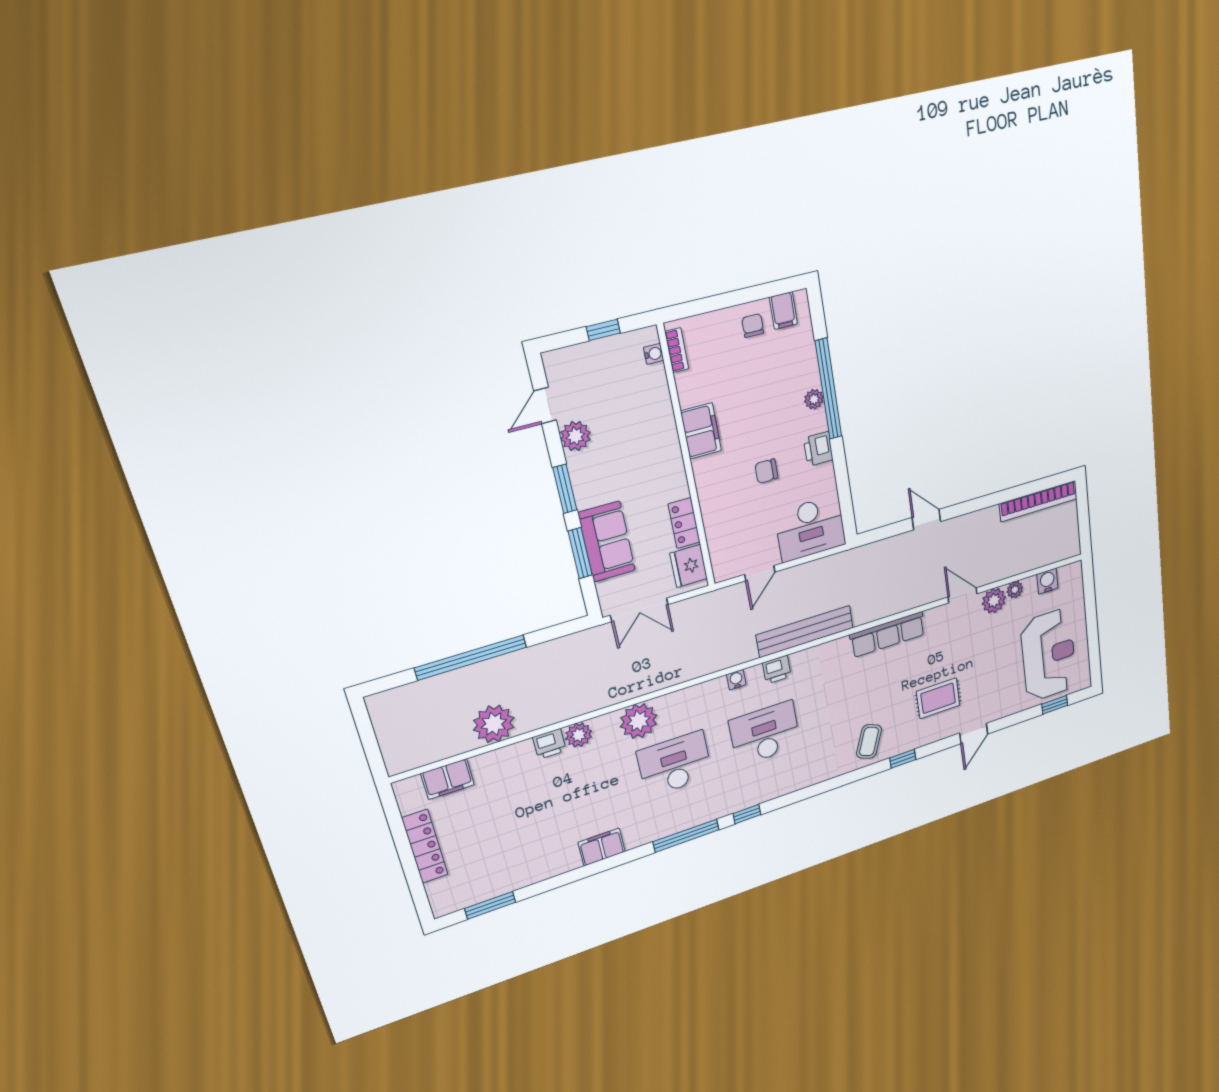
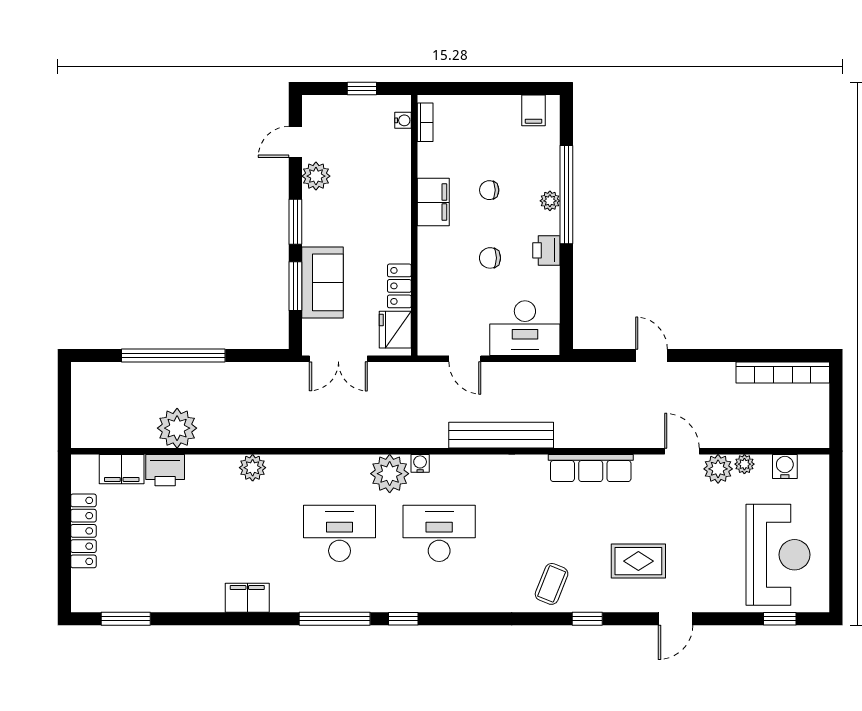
chair: (753, 326) -> (489, 190), moved, turned -90
door: (760, 573) -> (465, 359), hinge flipped
printer: (777, 670) -> (464, 467), removed
plant: (639, 721) -> (390, 474), moved
printer: (549, 744) -> (165, 470), moved, width x1.36, depth x1.24

